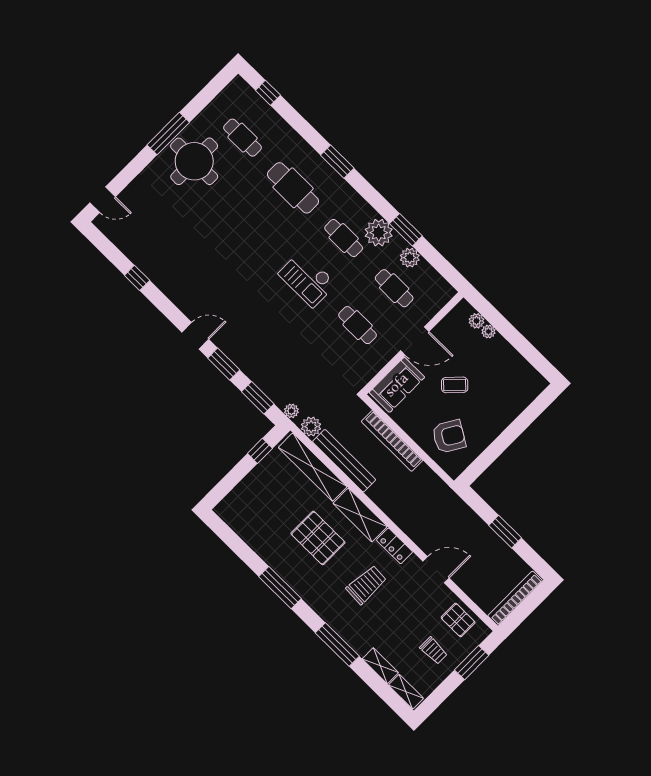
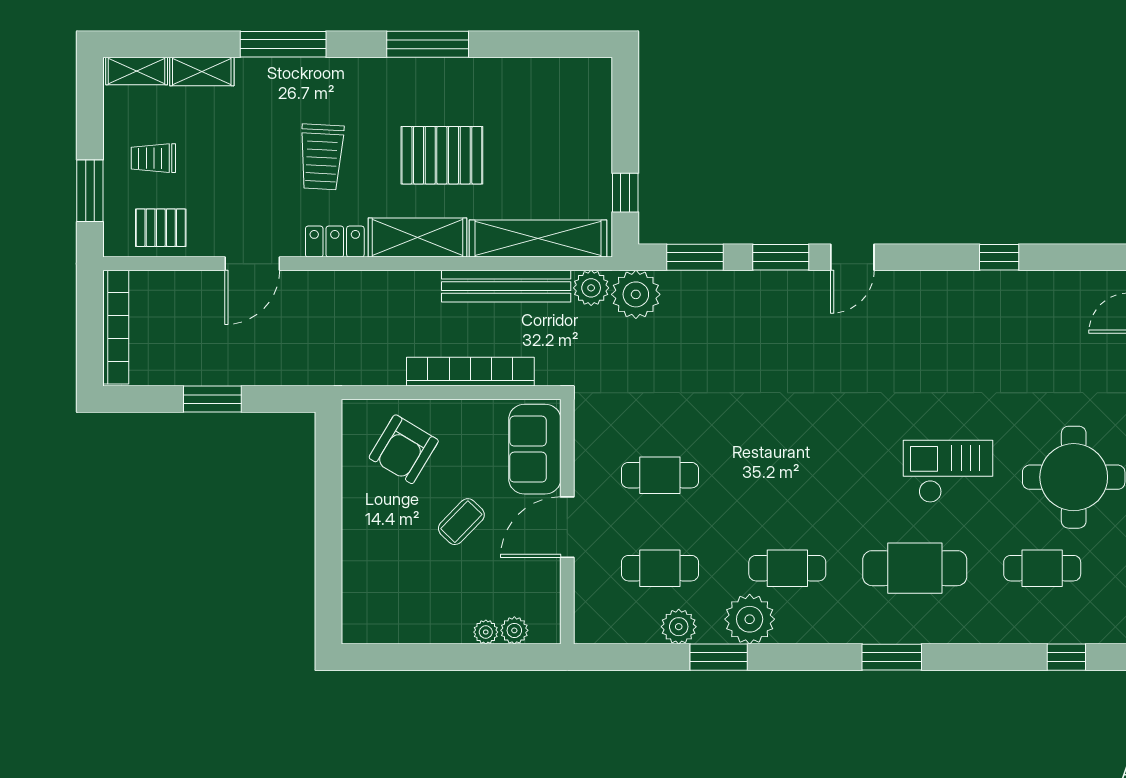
checkout: (307, 279) -> (948, 471), moved
plant: (291, 411) -> (636, 294), width x1.87, depth x1.87

